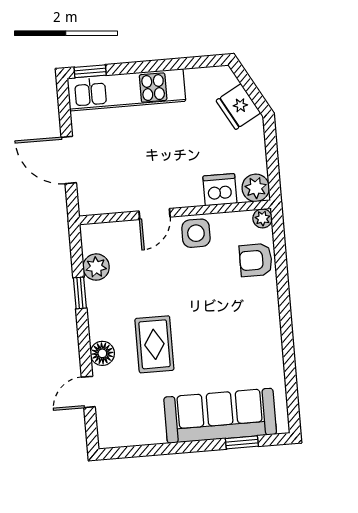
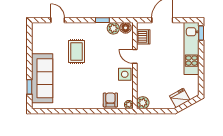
dishwasher: (220, 190) -> (143, 37), moved
rug: (154, 344) -> (77, 51), turned 90
floor lamp: (102, 353) -> (126, 28), moved

